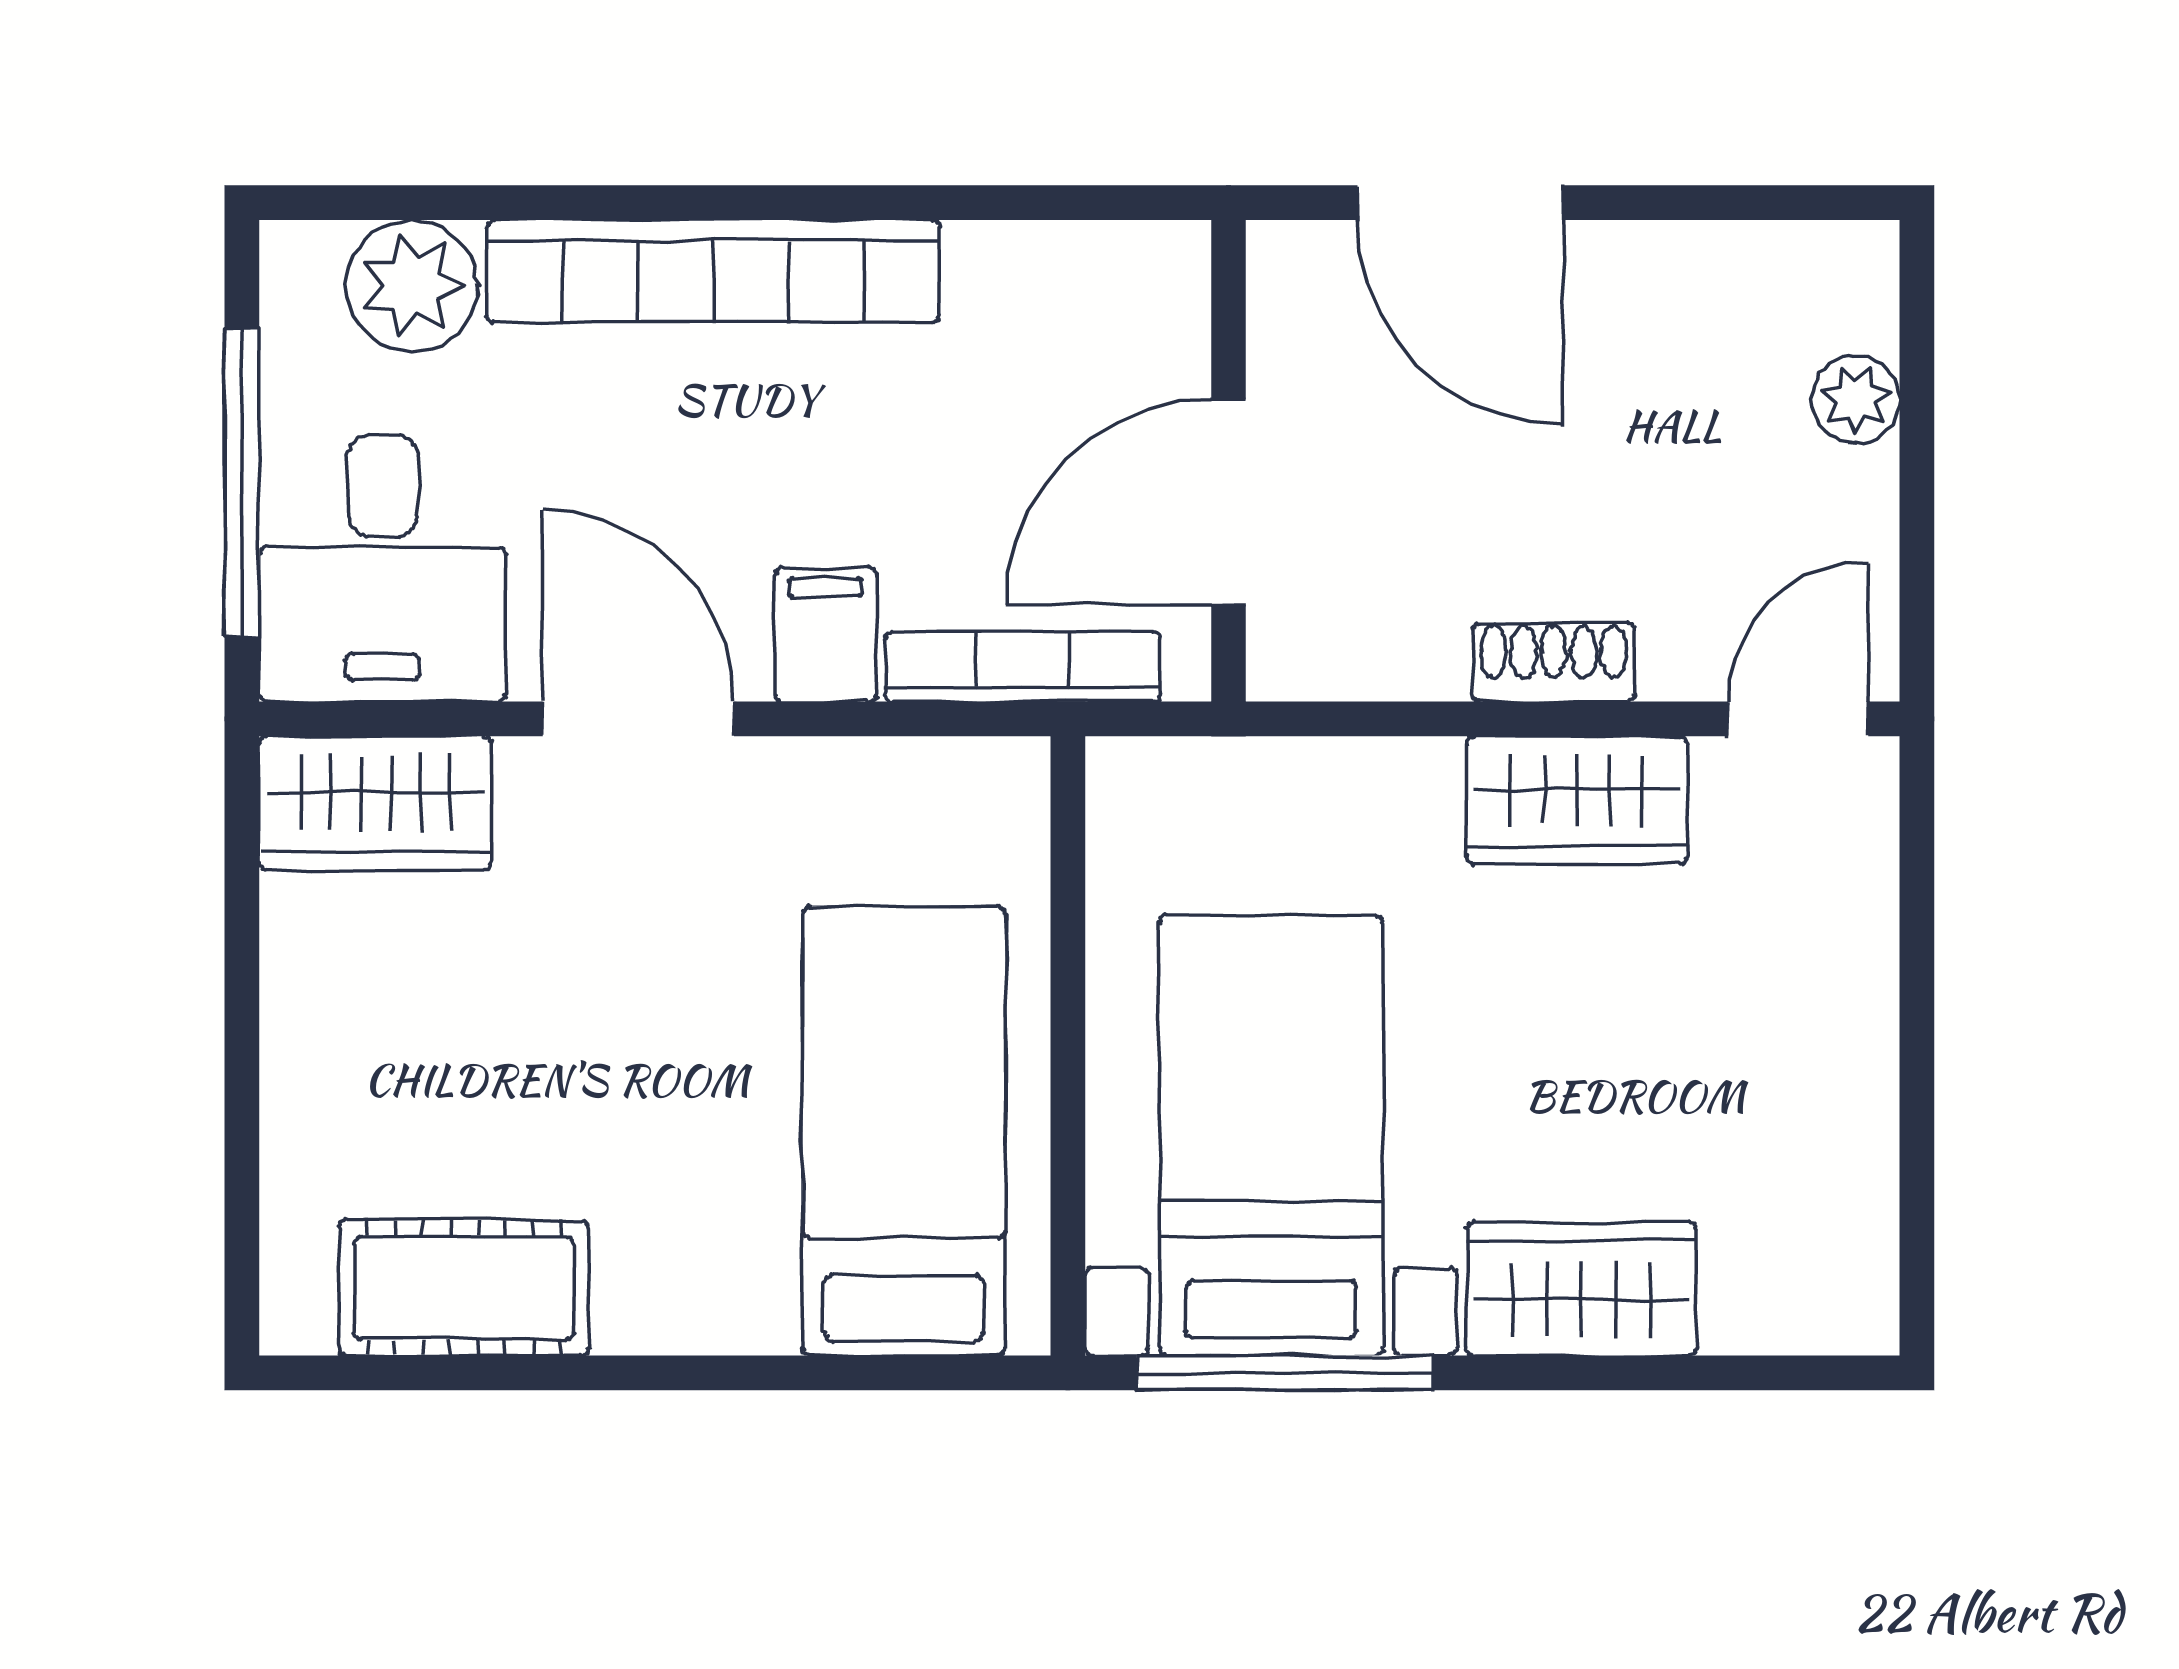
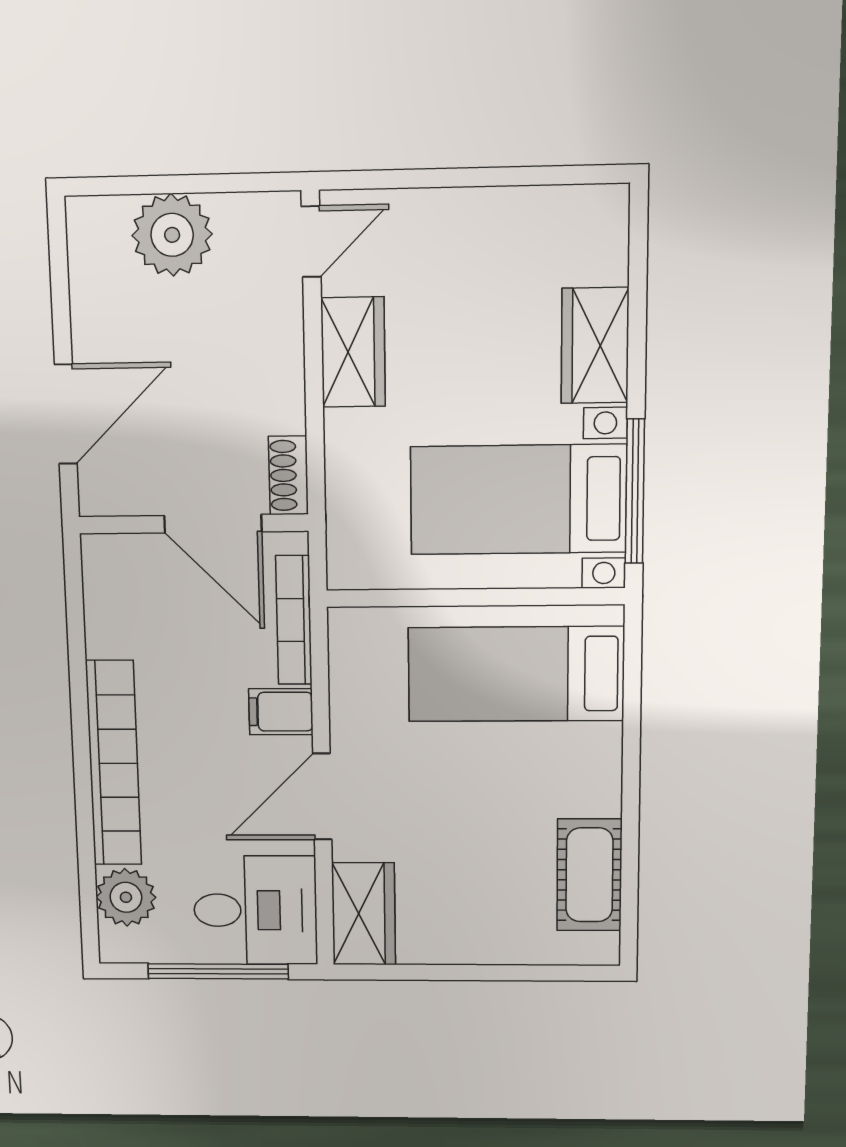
plant: (1856, 399) -> (172, 235), width x1.87, depth x1.87
shoe rack: (1554, 662) -> (288, 475), moved
door: (1798, 719) -> (311, 242), swing flipped

